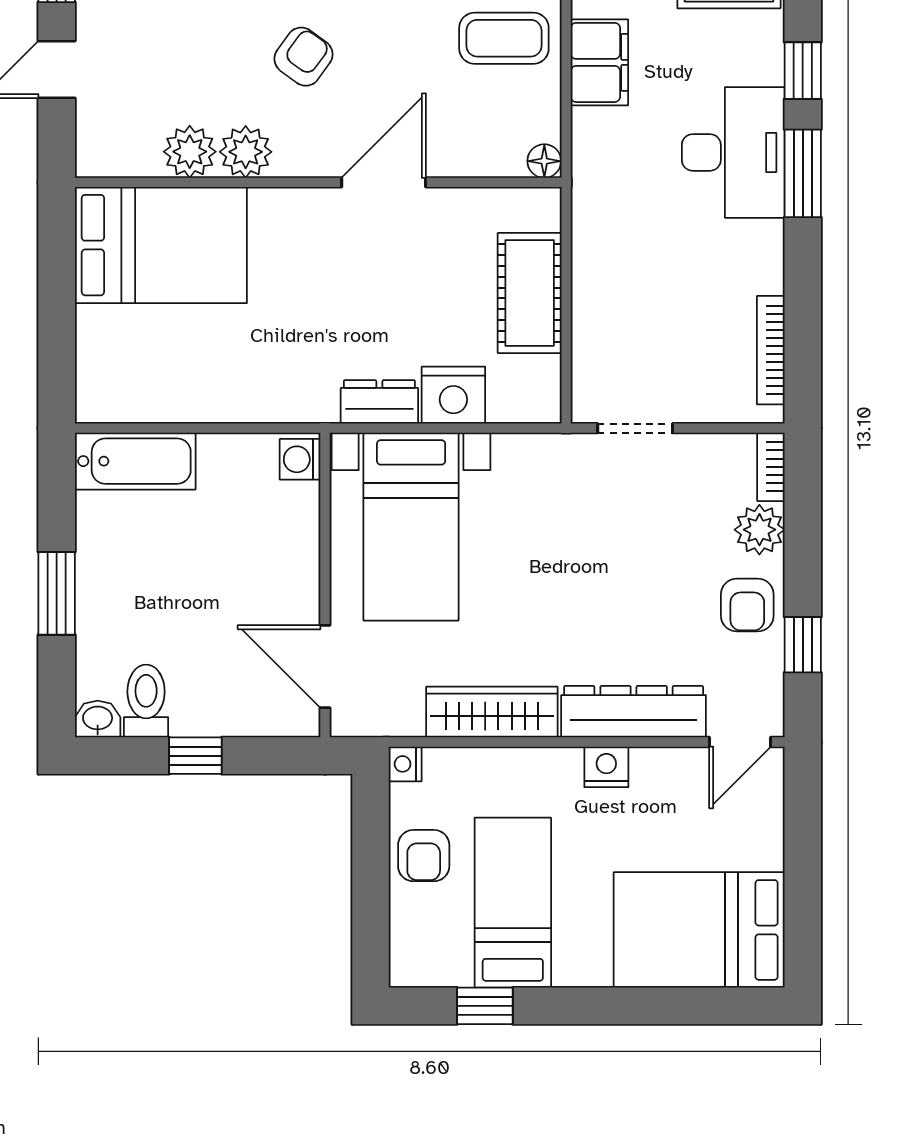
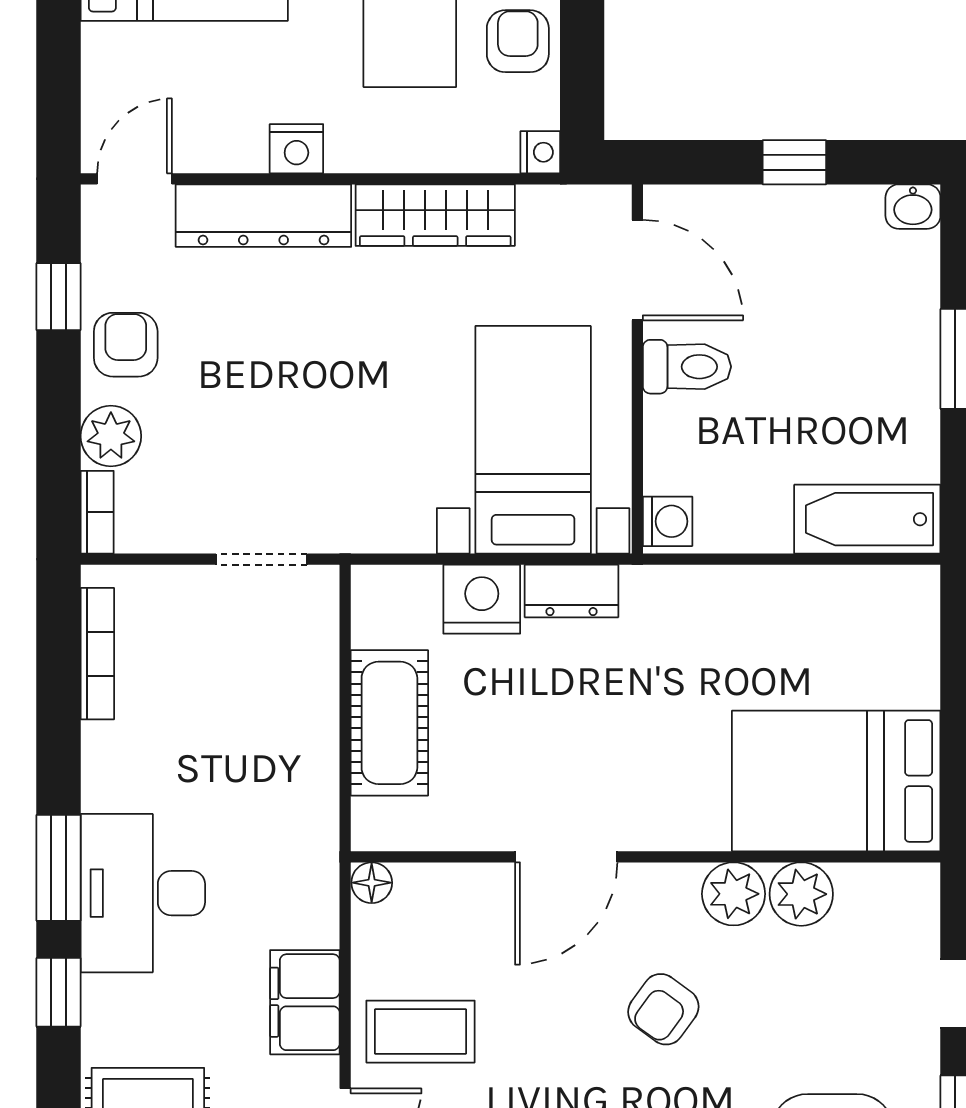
toilet: (146, 701) -> (687, 367), moved, turned -90

